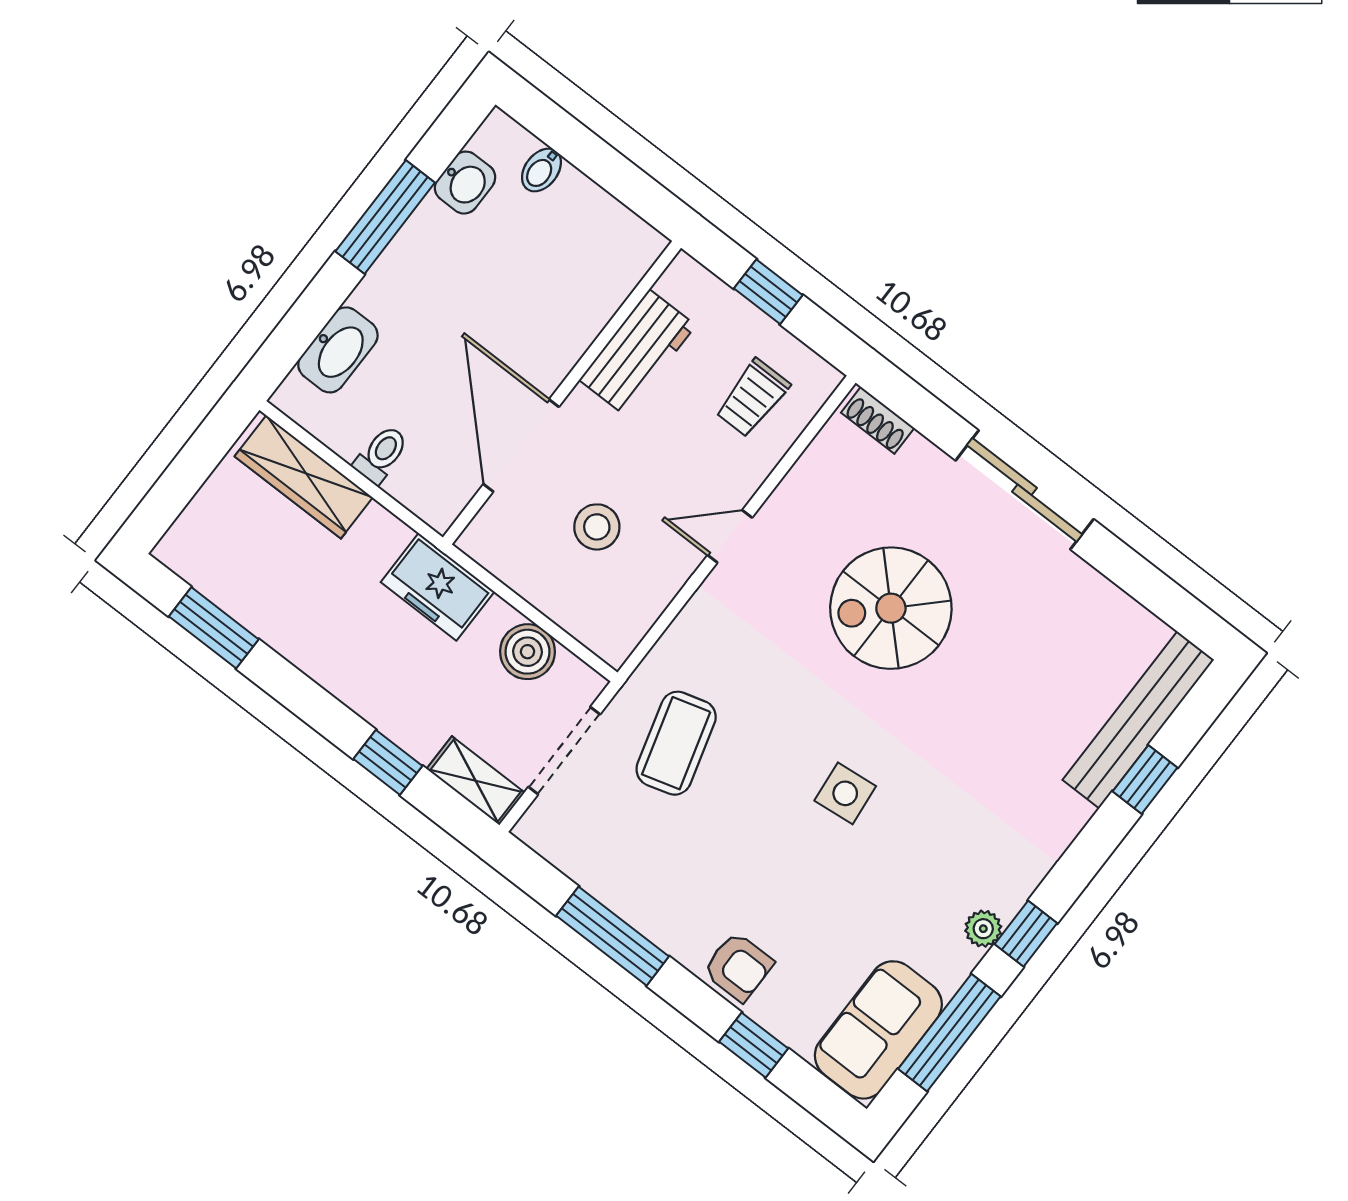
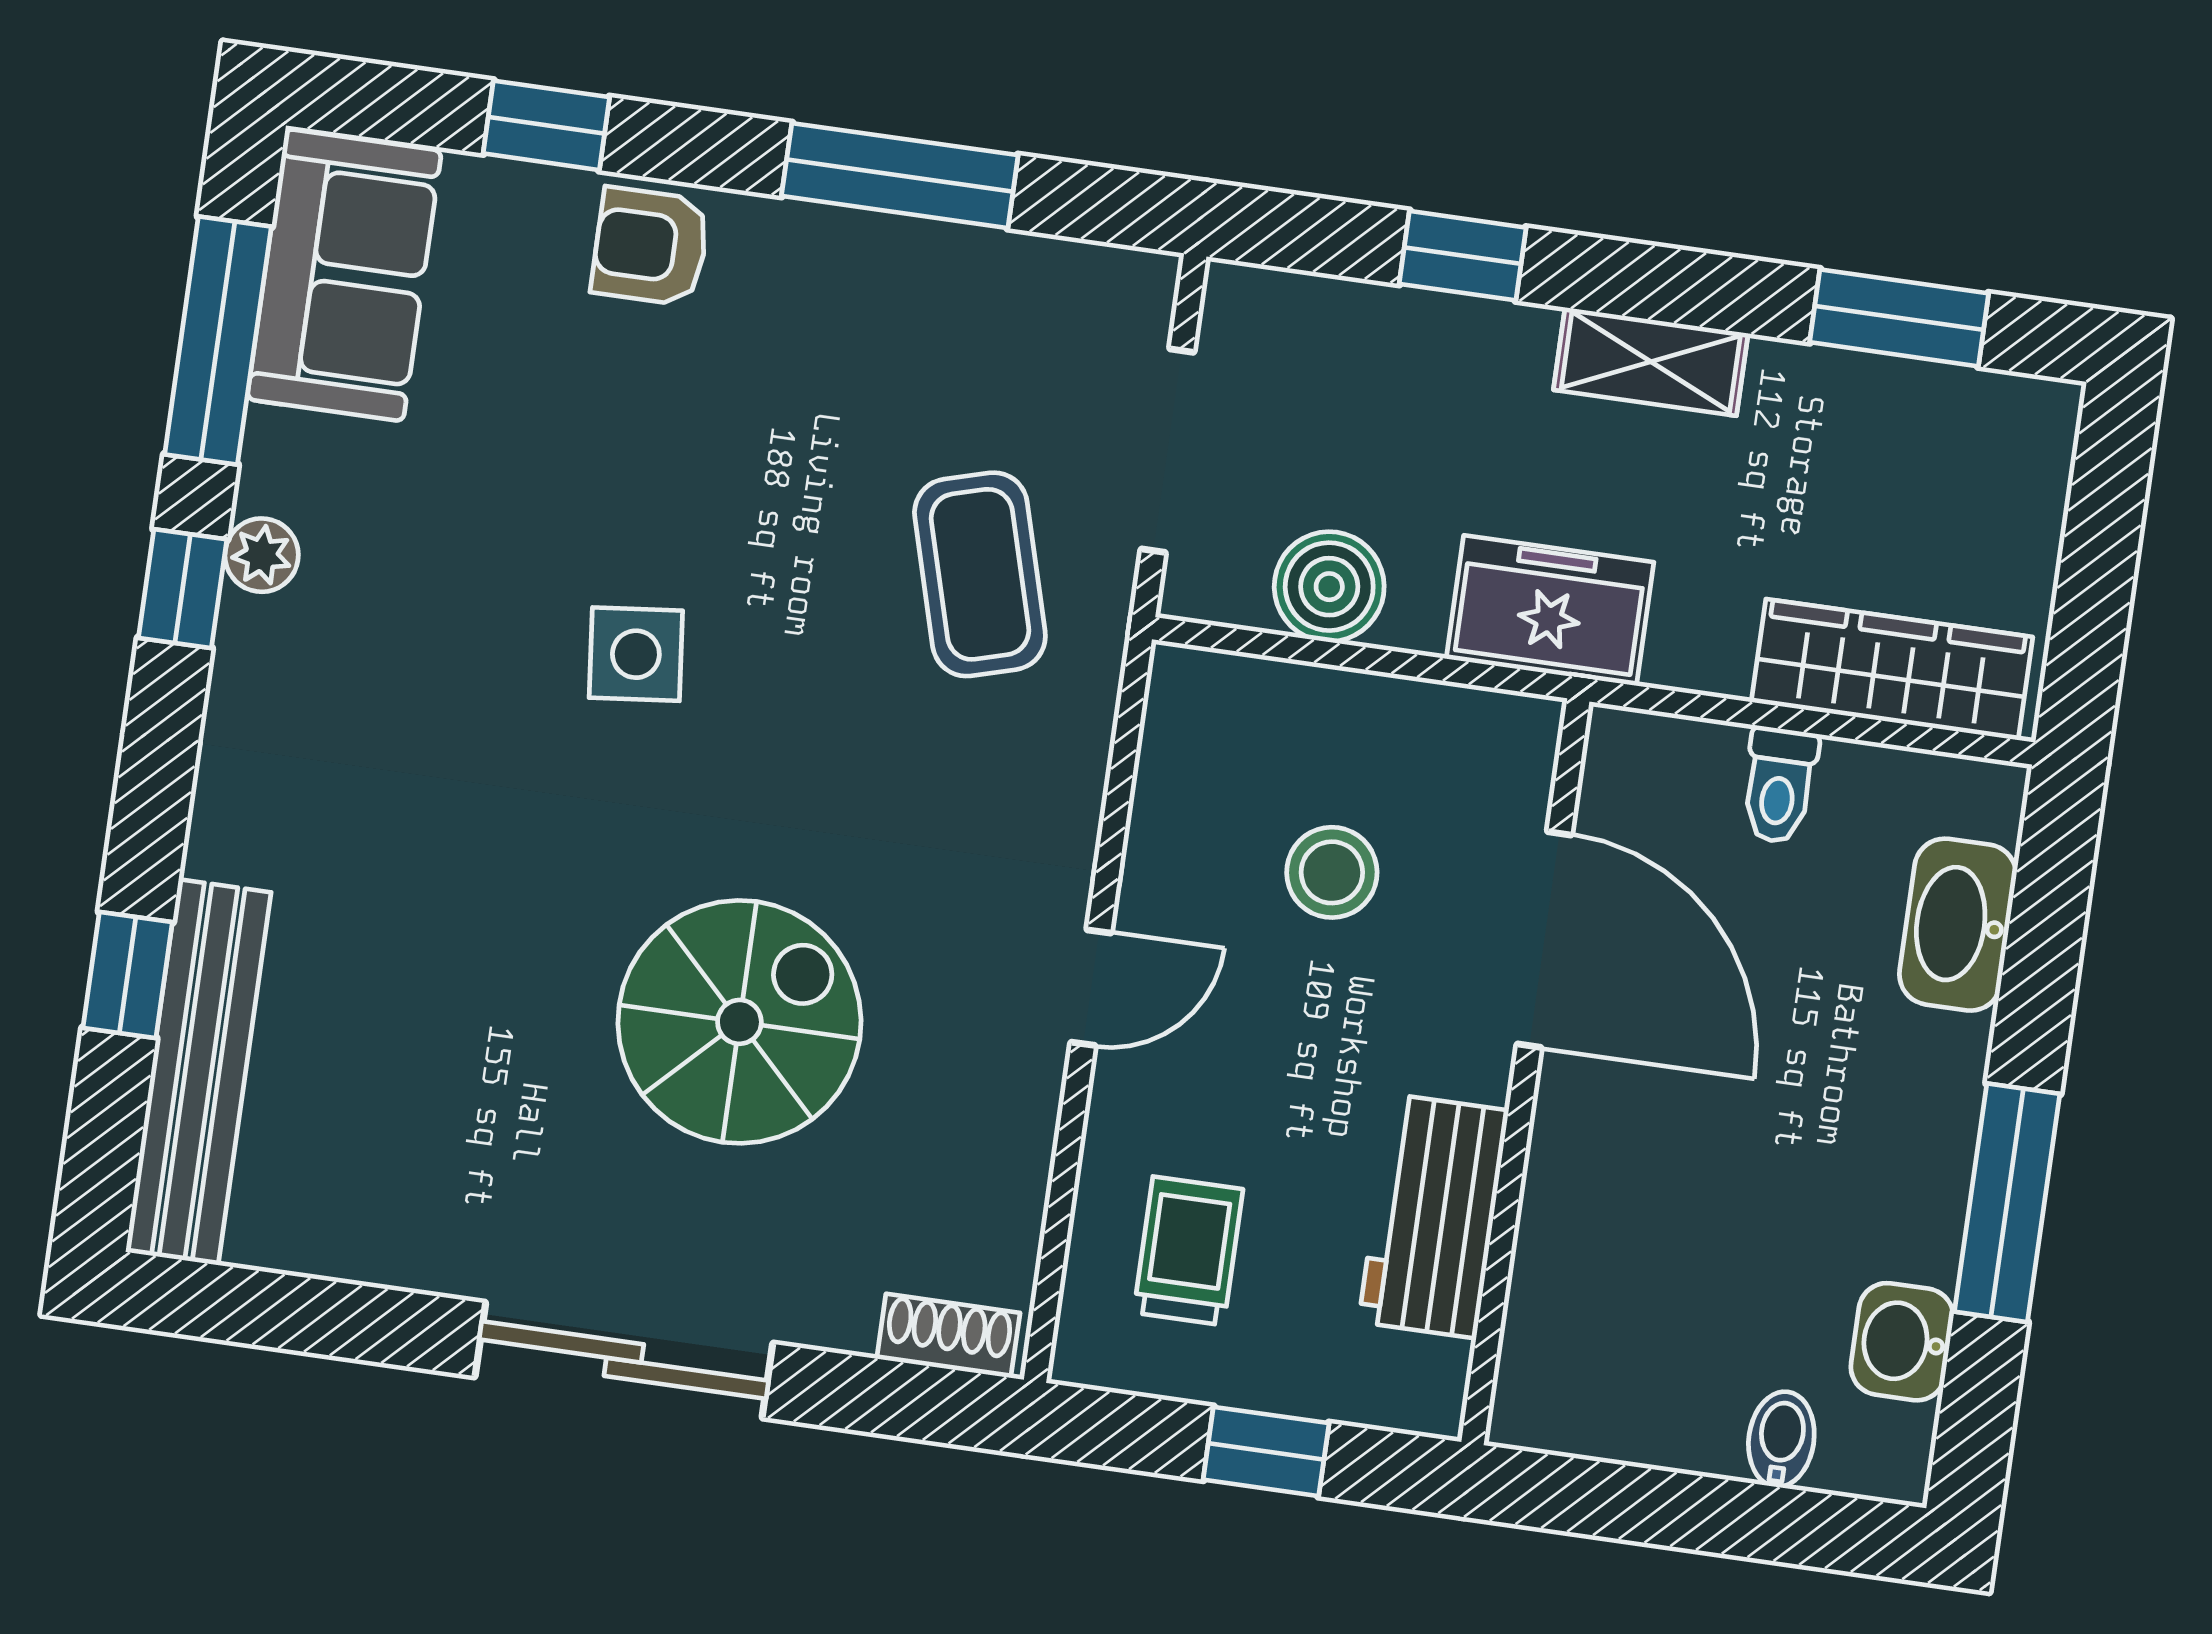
shelving: (476, 781) -> (1651, 362), moved

